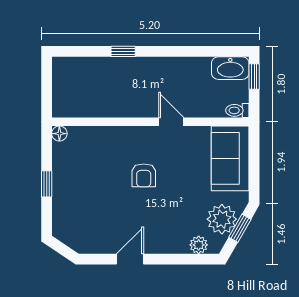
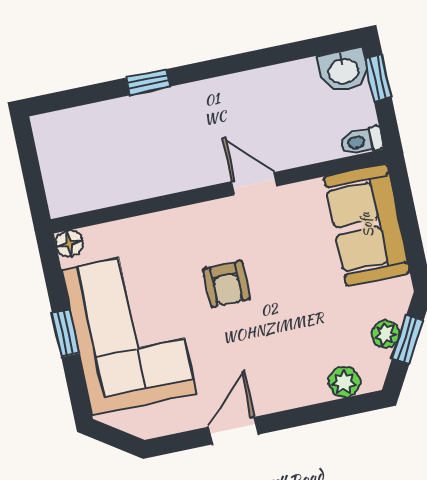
washbasin: (230, 68) -> (344, 70), width x0.72
corner sofa: (83, 191) -> (129, 332), added
plant: (222, 219) -> (386, 334), width x0.53, depth x0.53

